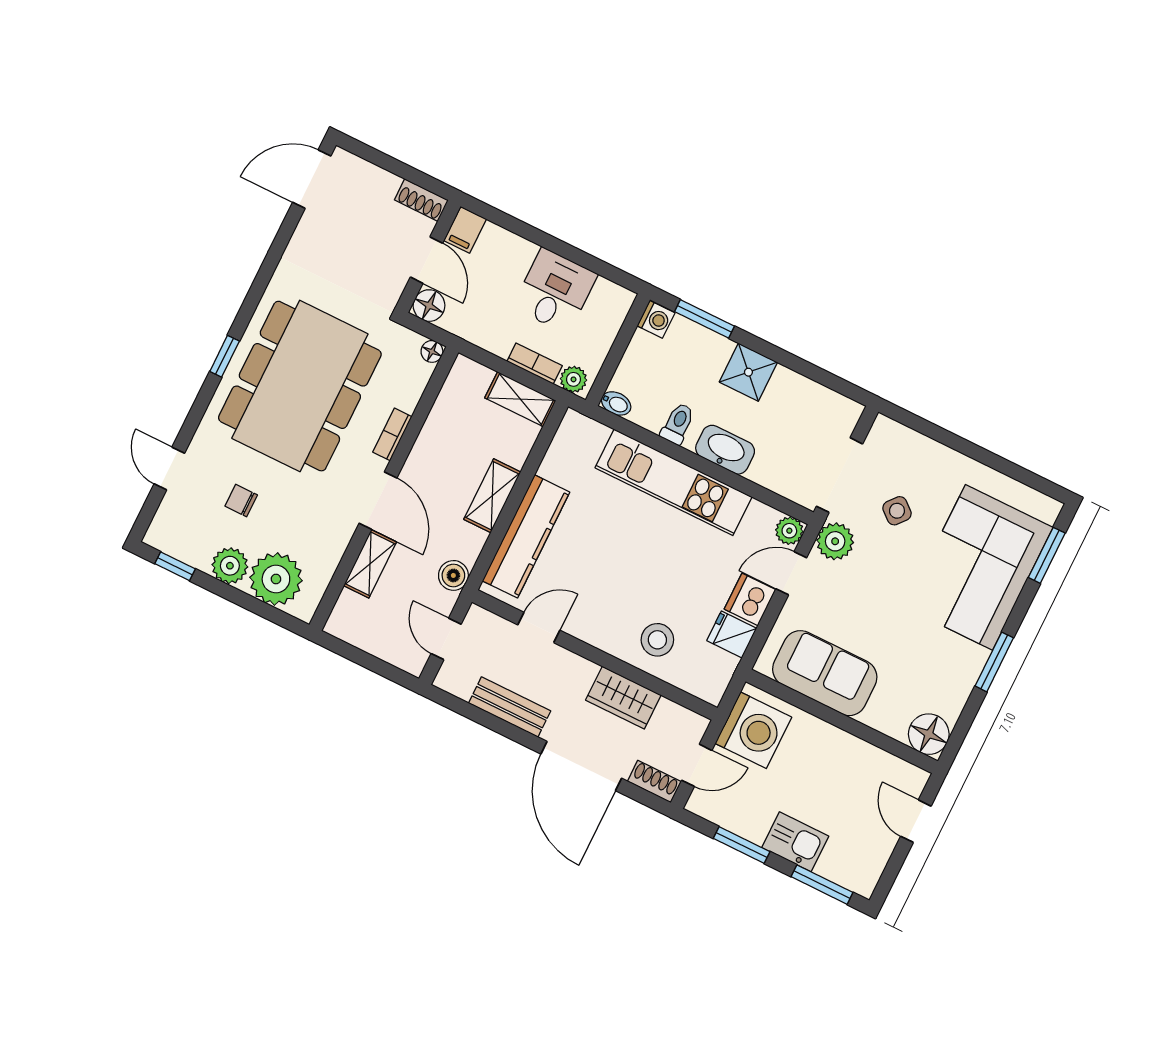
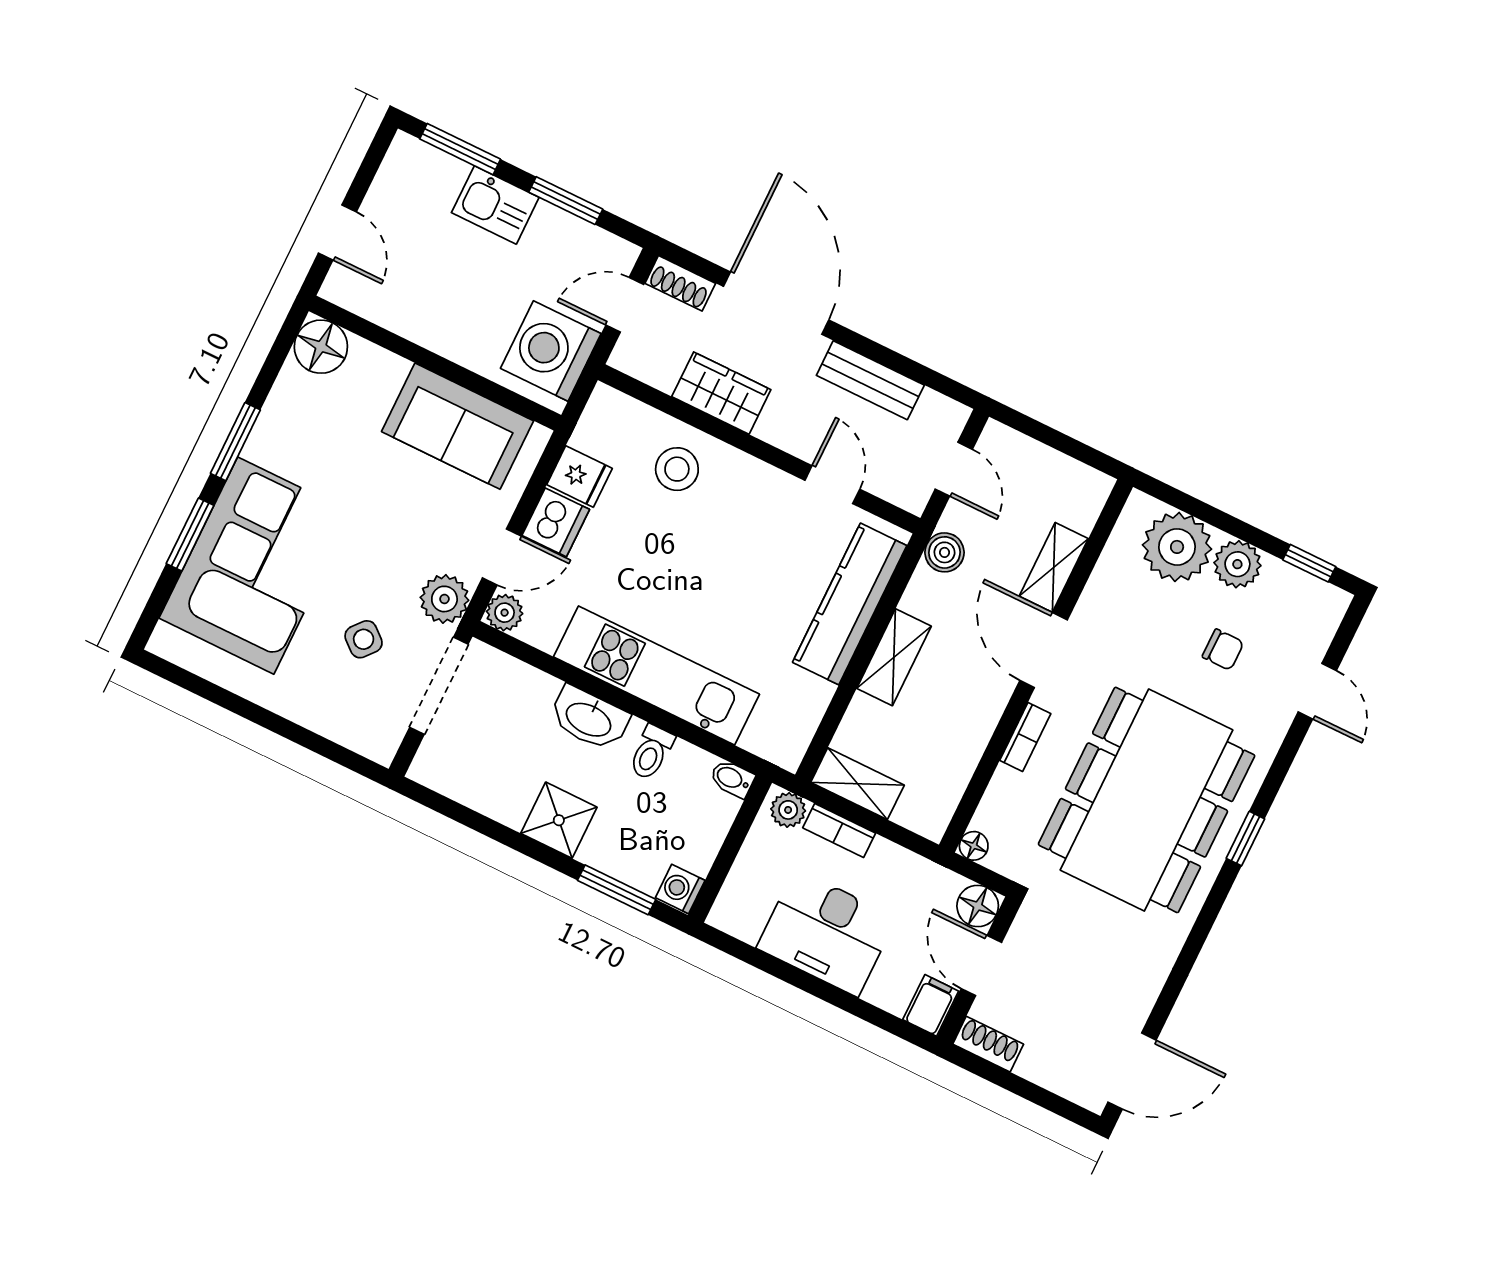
desk: (555, 291) -> (827, 933), width x1.37
window: (1047, 555) -> (190, 534), moved
door: (539, 627) -> (832, 485), swing flipped

